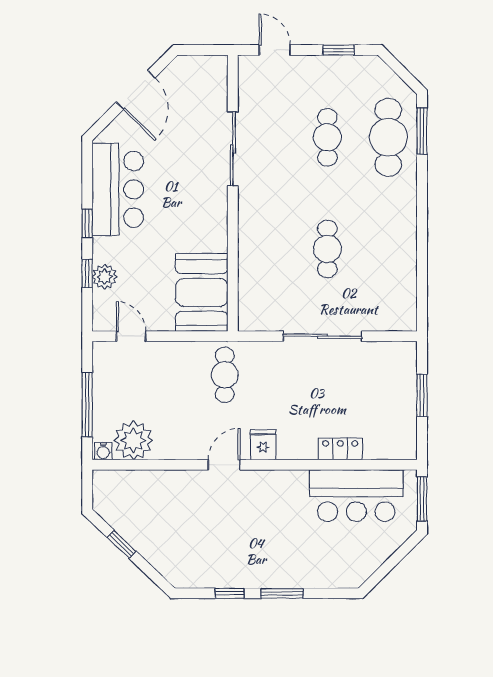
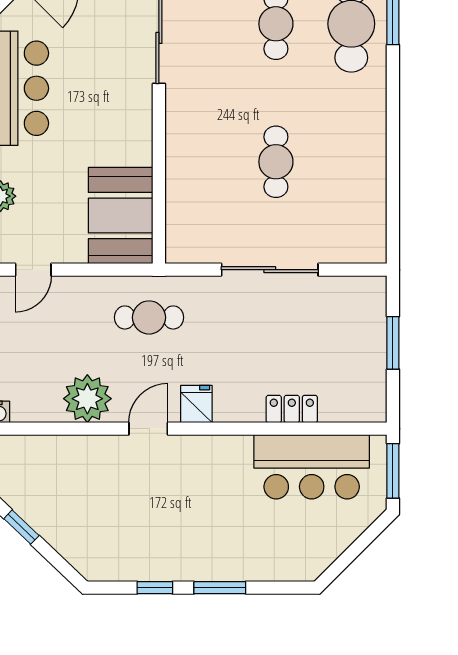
door: (131, 336) -> (33, 270), swing flipped
cafe table: (225, 375) -> (149, 317), turned 90
plant: (133, 440) -> (87, 399), moved

